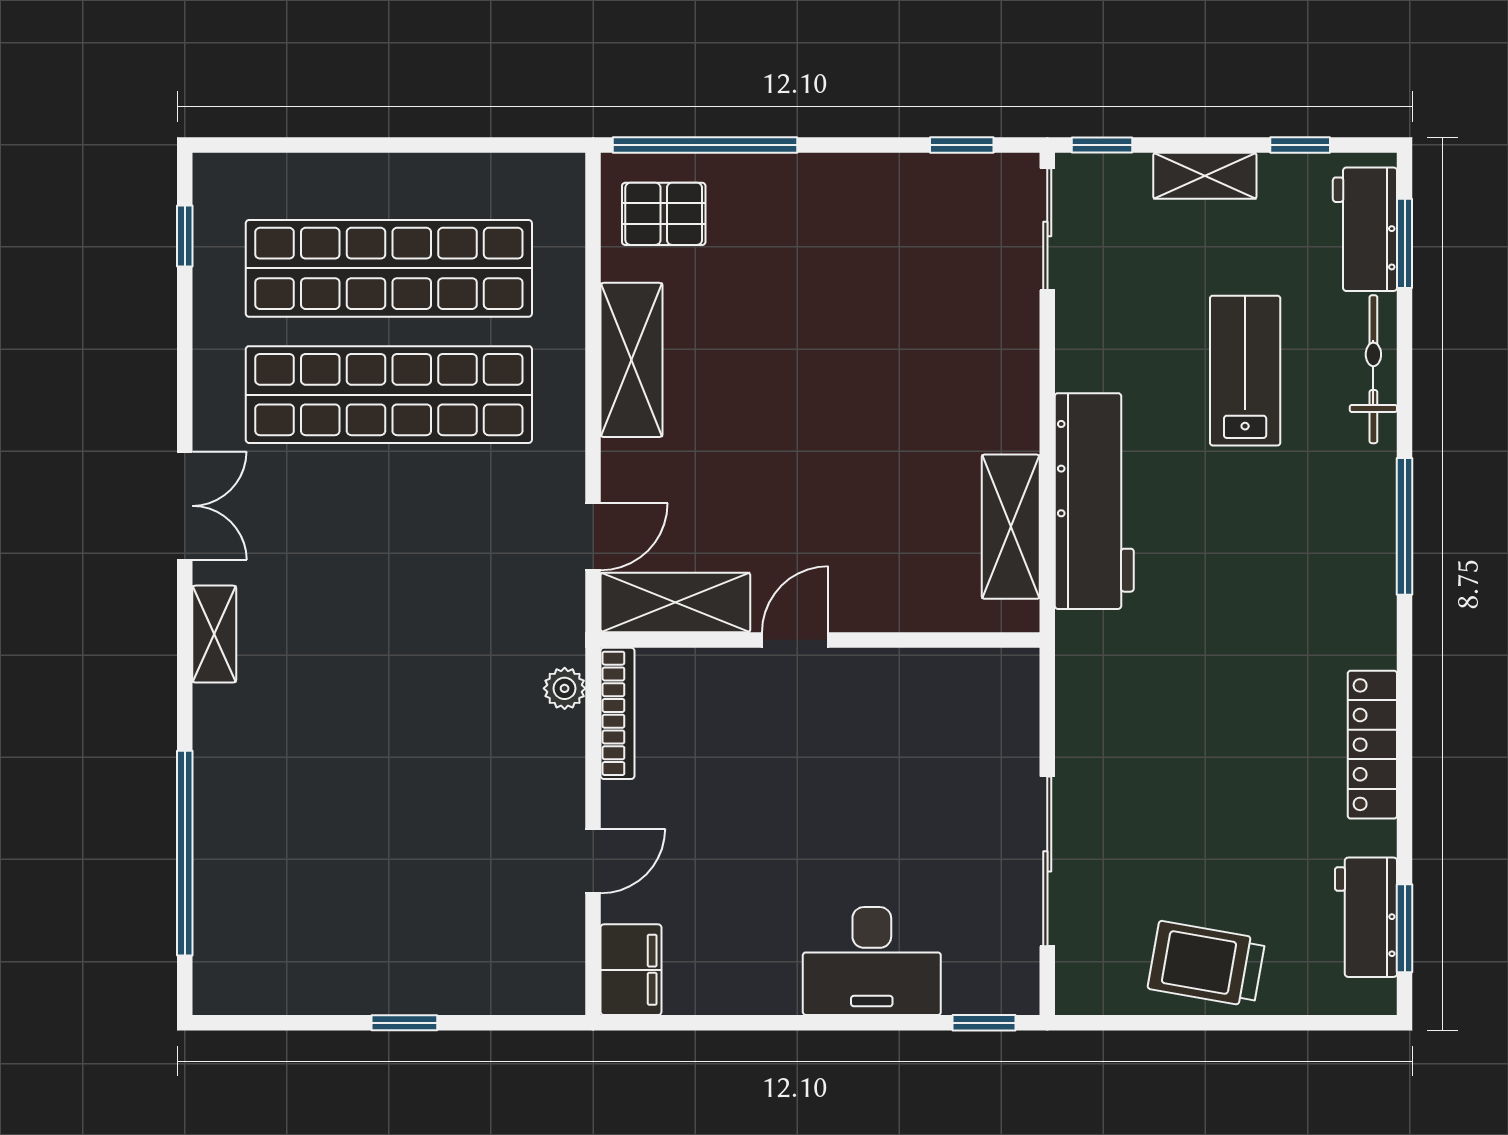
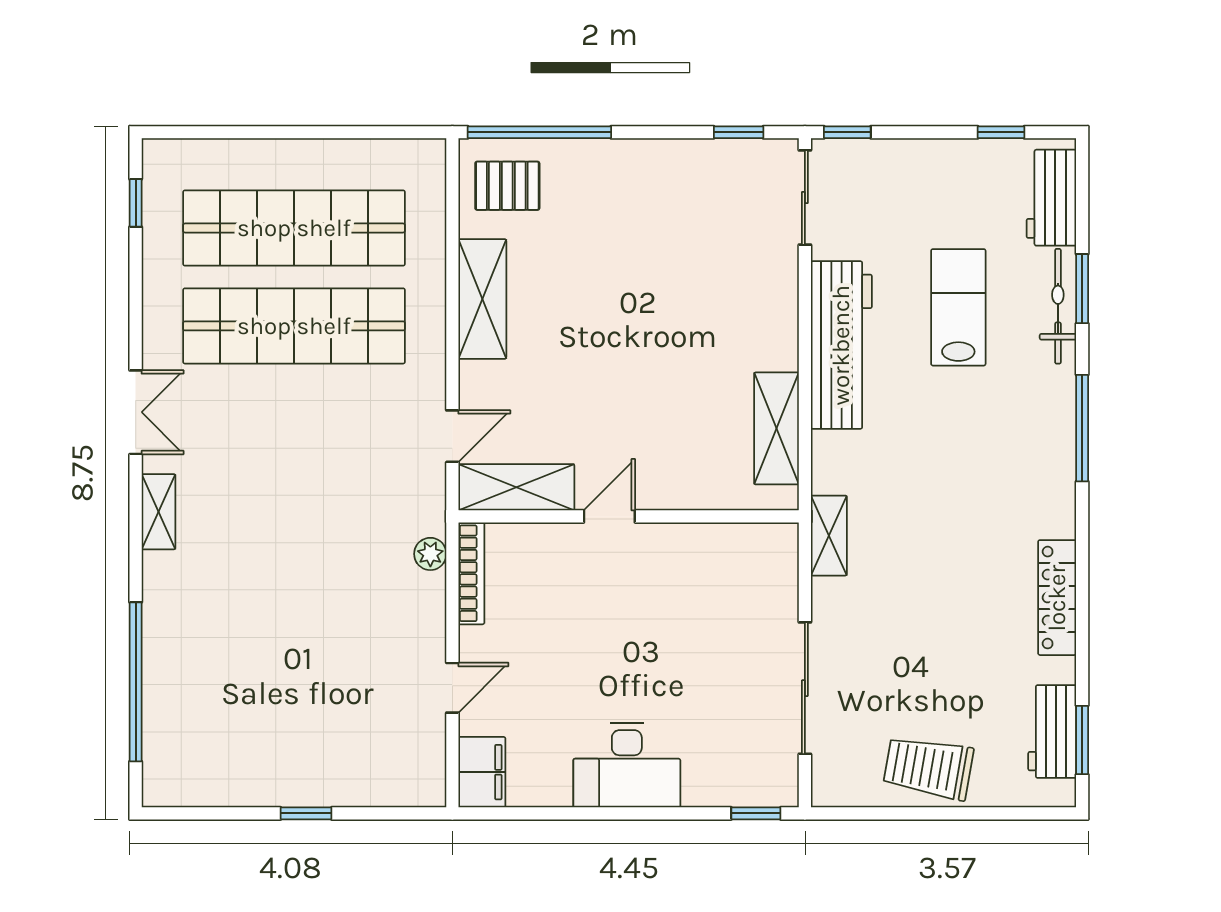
shelving: (1205, 176) -> (829, 536), moved, turned 90
window: (1405, 243) -> (1082, 289), moved
workbench: (1094, 501) -> (841, 345), moved
desk: (872, 961) -> (627, 765), moved

